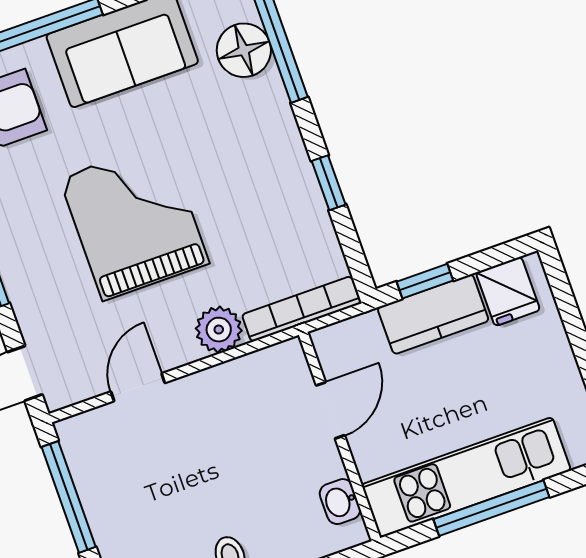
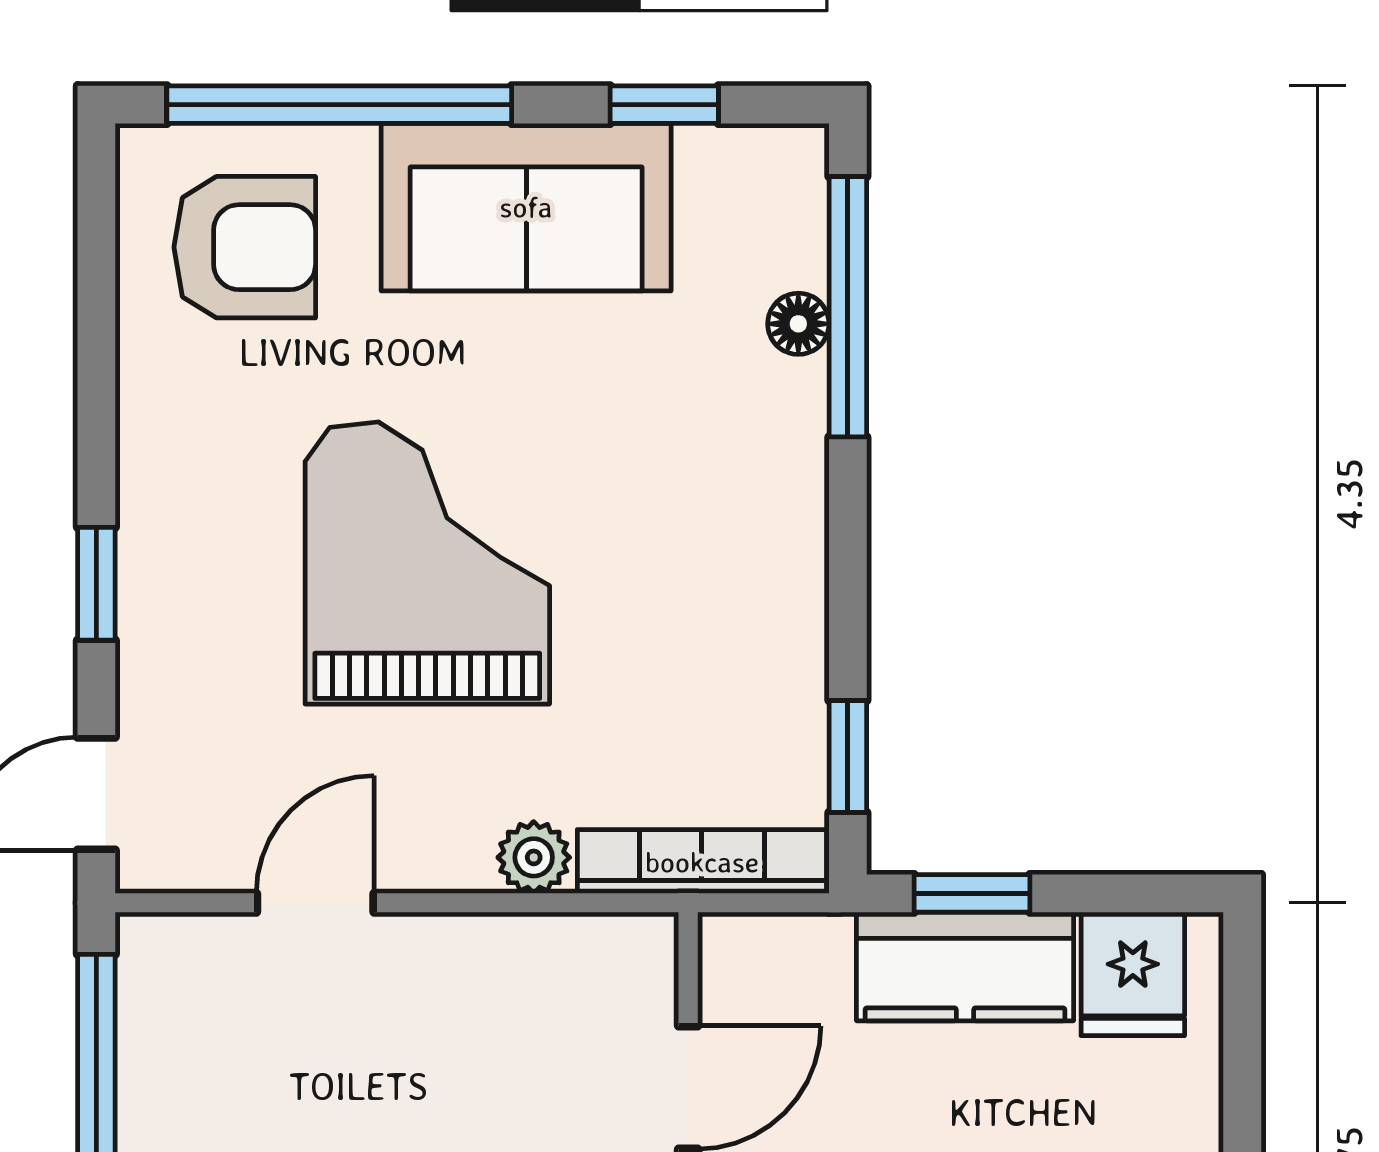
floor lamp: (244, 50) -> (798, 324), width x0.53, depth x0.53
window: (329, 183) -> (848, 756), moved
plant: (219, 330) -> (534, 857), width x0.73, depth x0.73

